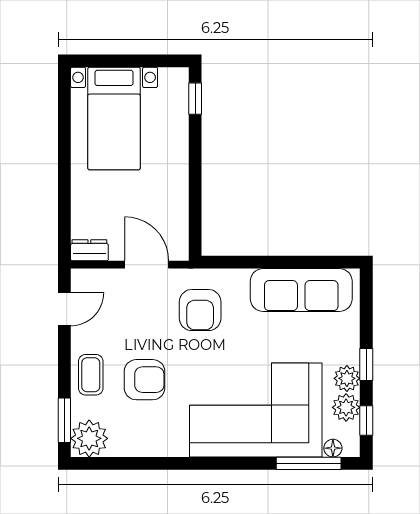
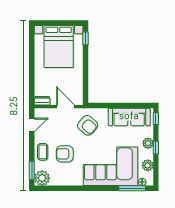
bed with nightstands: (114, 118) -> (59, 47), width x1.36
armchair: (200, 310) -> (88, 125), turned -49
plant: (347, 378) -> (148, 143), moved
armchair: (144, 380) -> (65, 154), turned 180
window: (366, 420) -> (156, 118), moved

